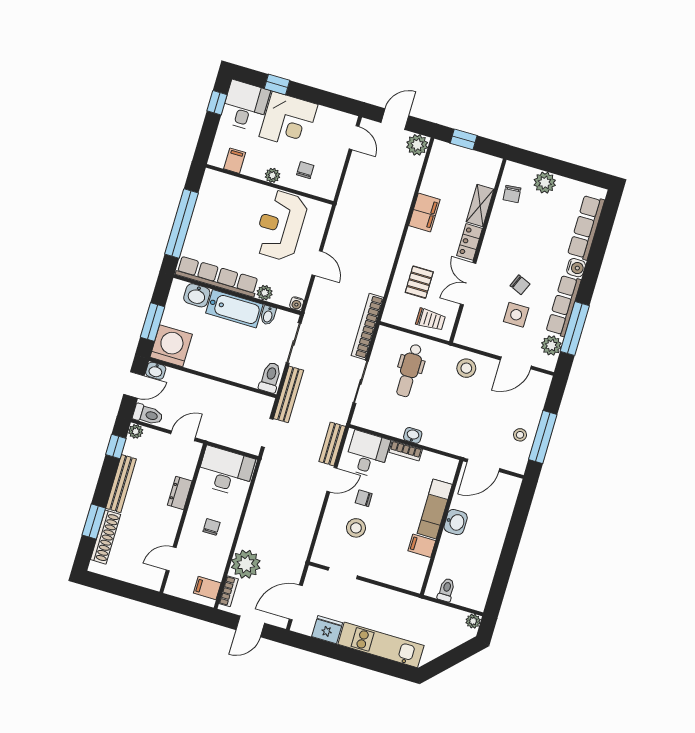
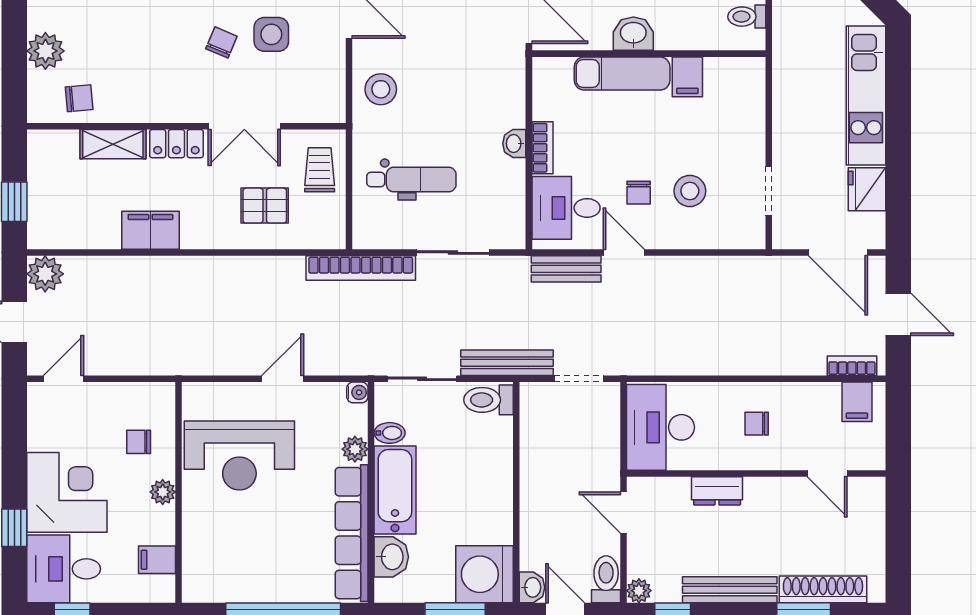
plant: (246, 564) -> (800, 351), removed

